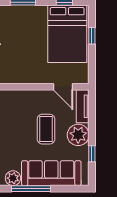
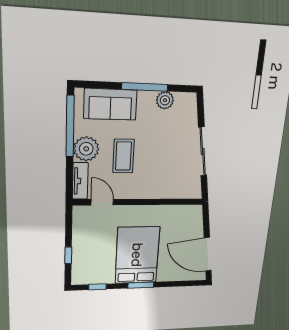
bed: (67, 34) -> (137, 255), moved
window: (92, 154) -> (70, 126), width x3.17
sofa: (51, 173) -> (110, 104), width x0.73

